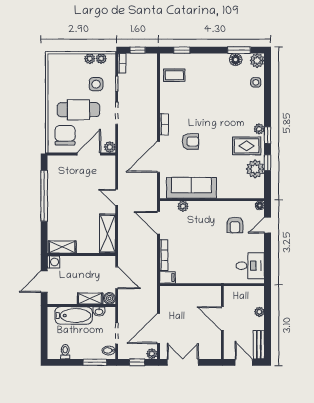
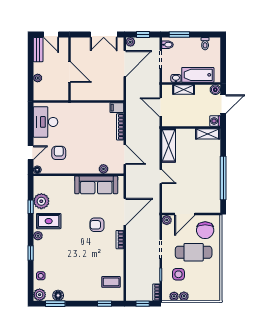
window: (268, 135) -> (31, 253), moved
desk: (250, 266) -> (46, 122), width x1.37
boiler: (109, 298) -> (215, 90), moved

